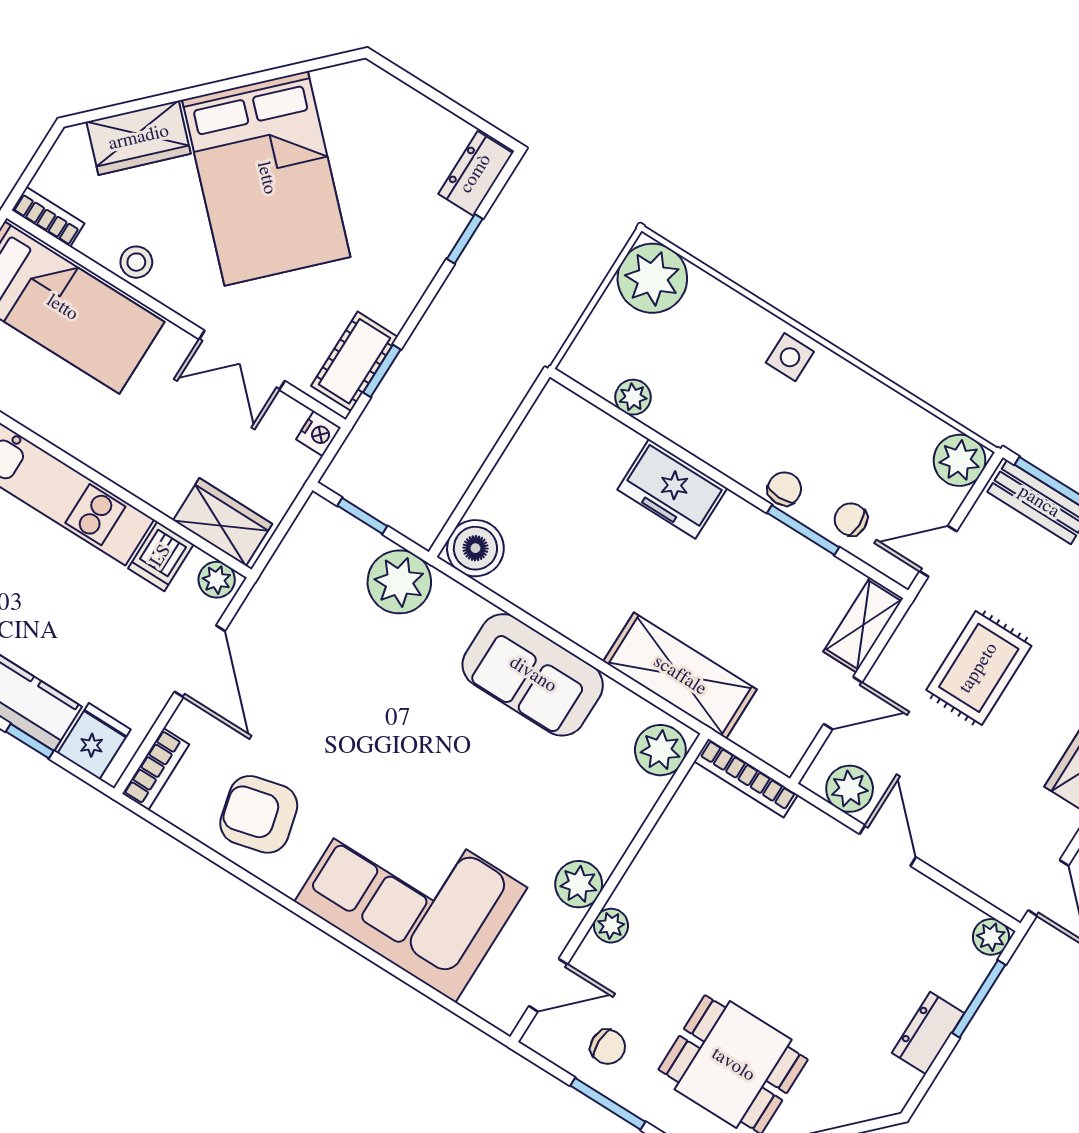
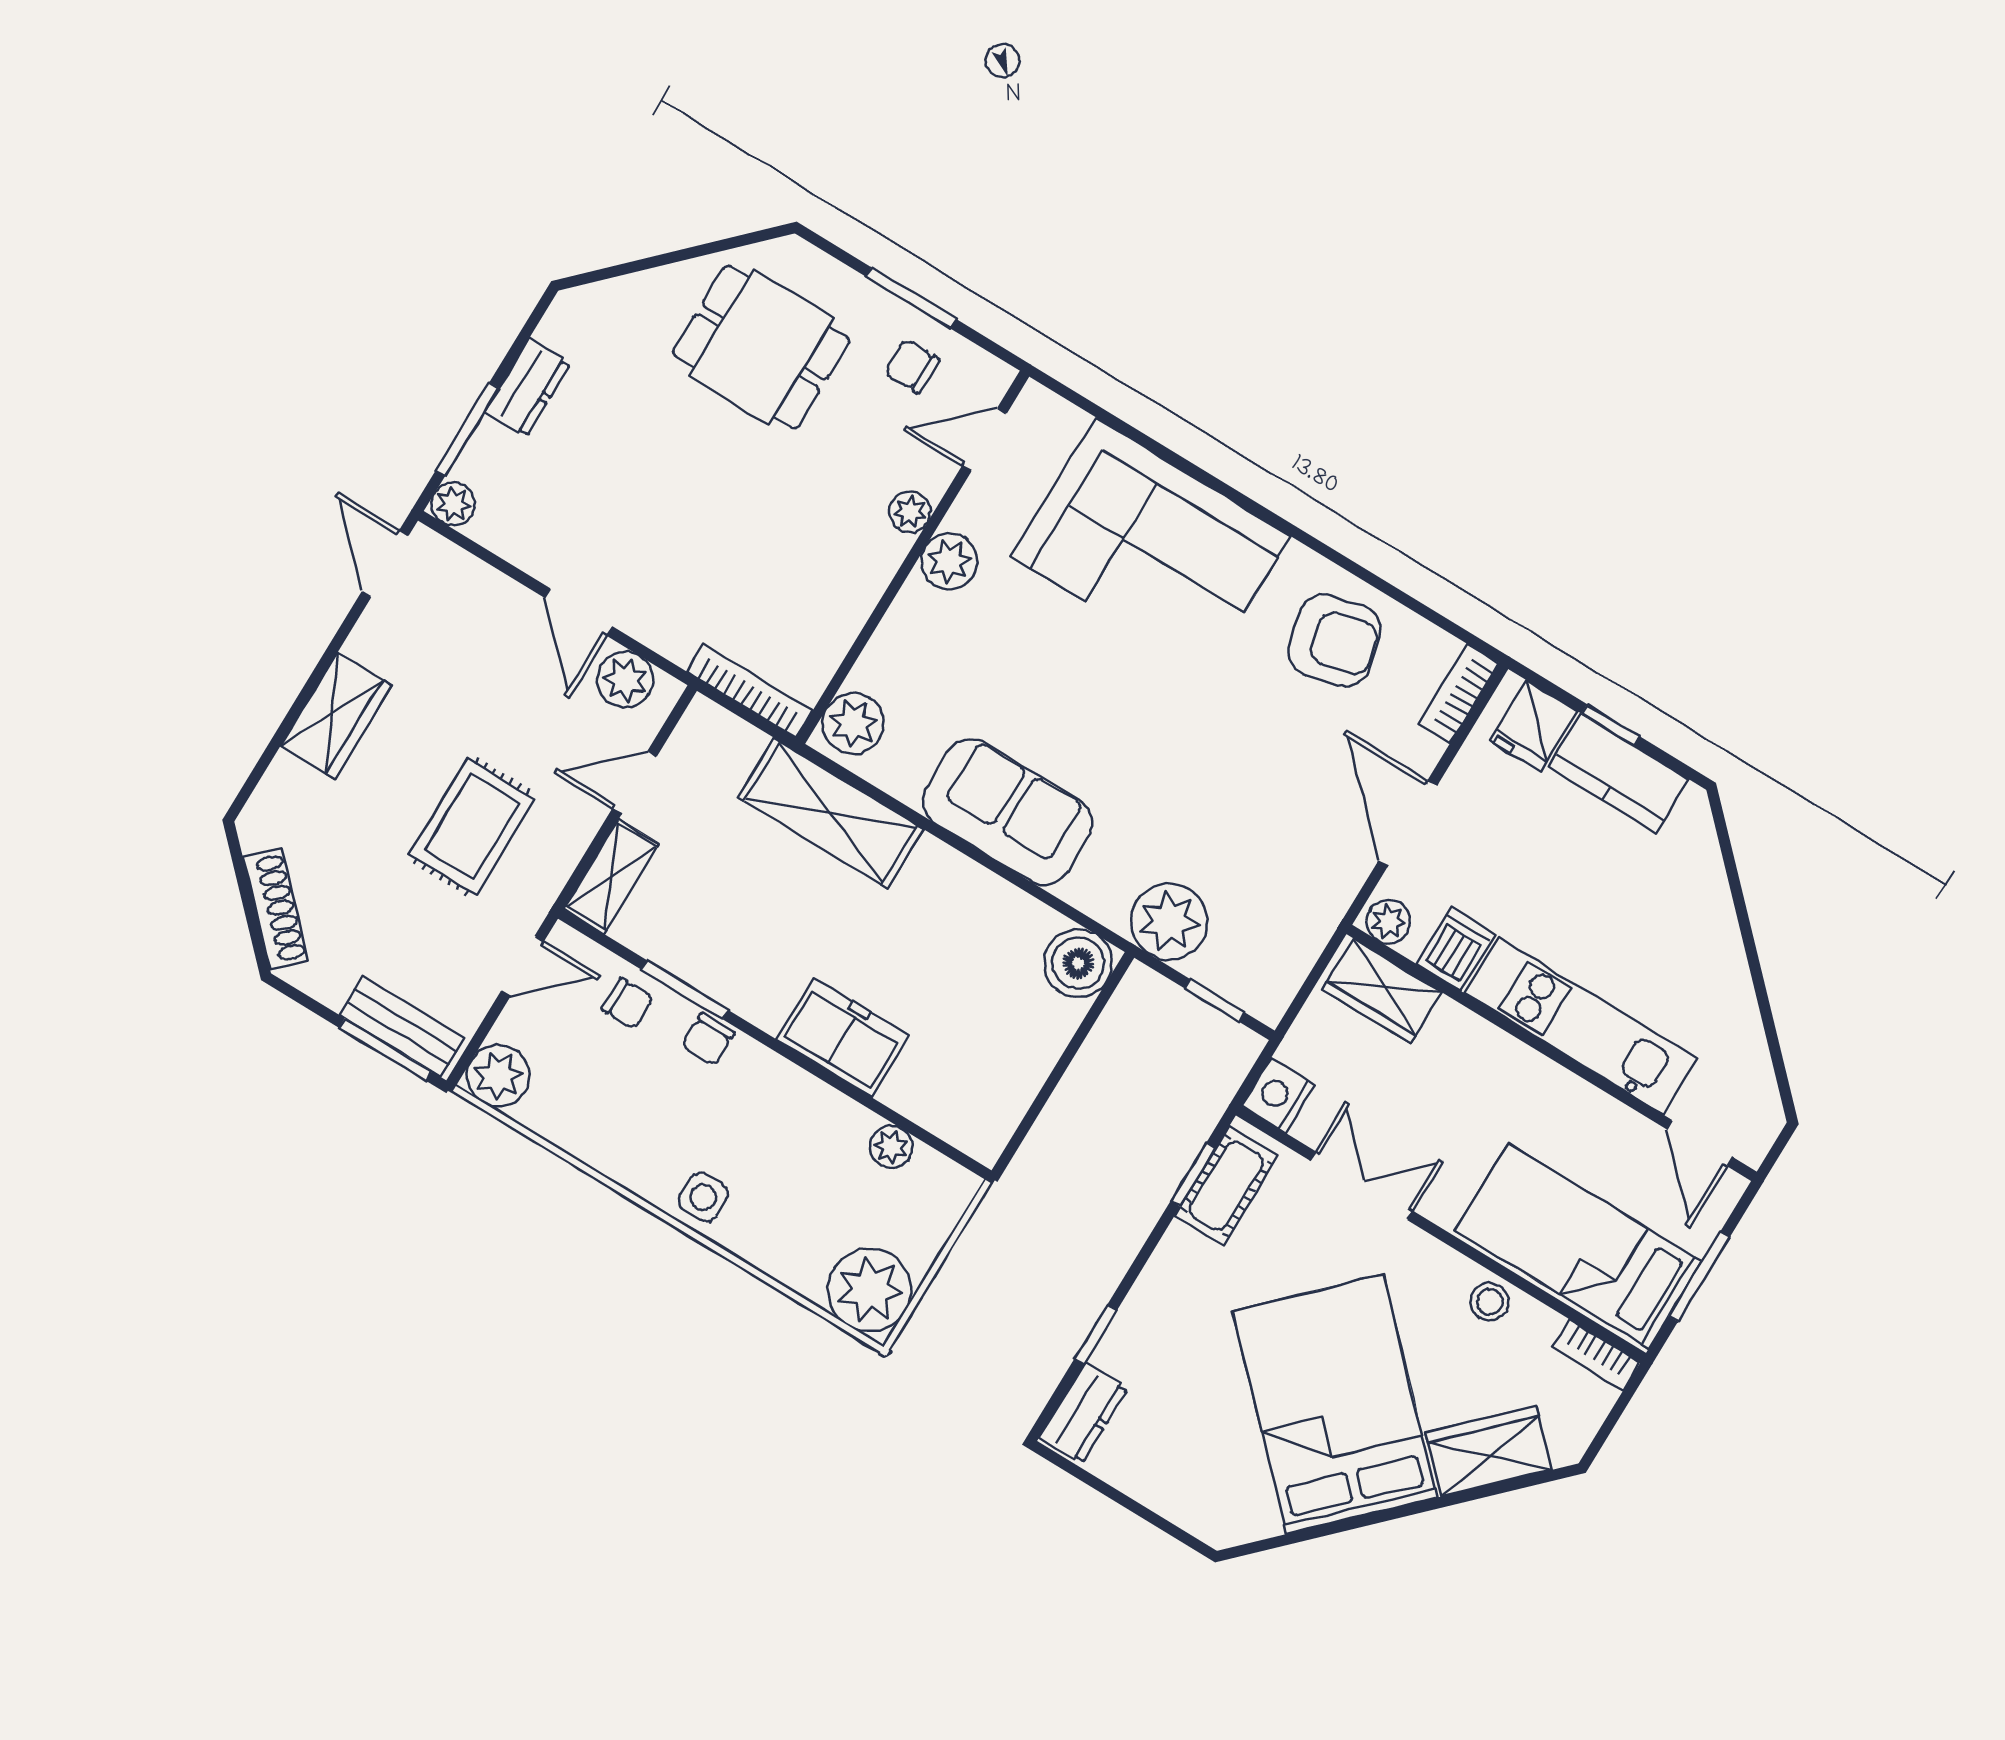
nightstand: (318, 433) -> (1278, 1095), width x1.39, depth x1.35

